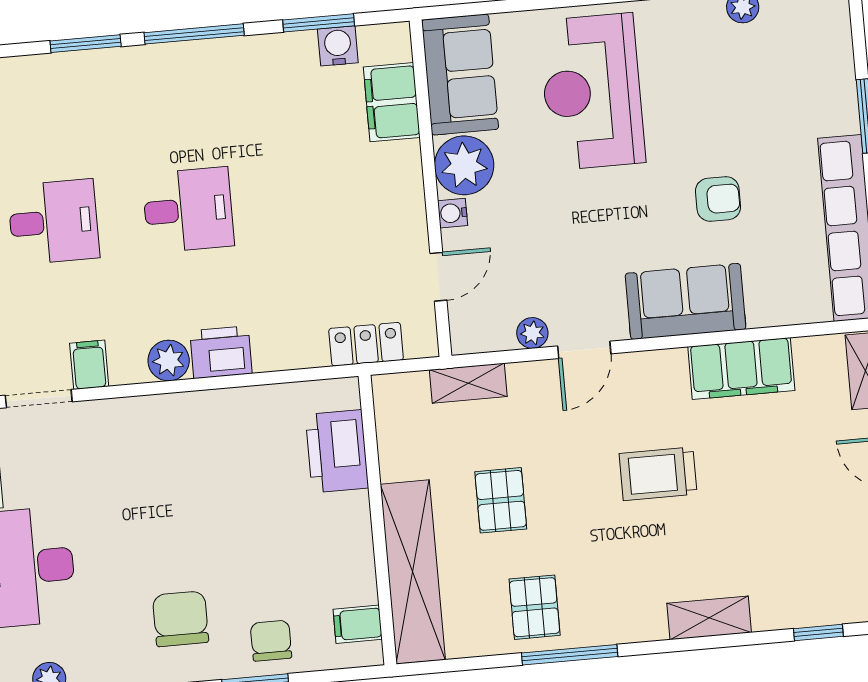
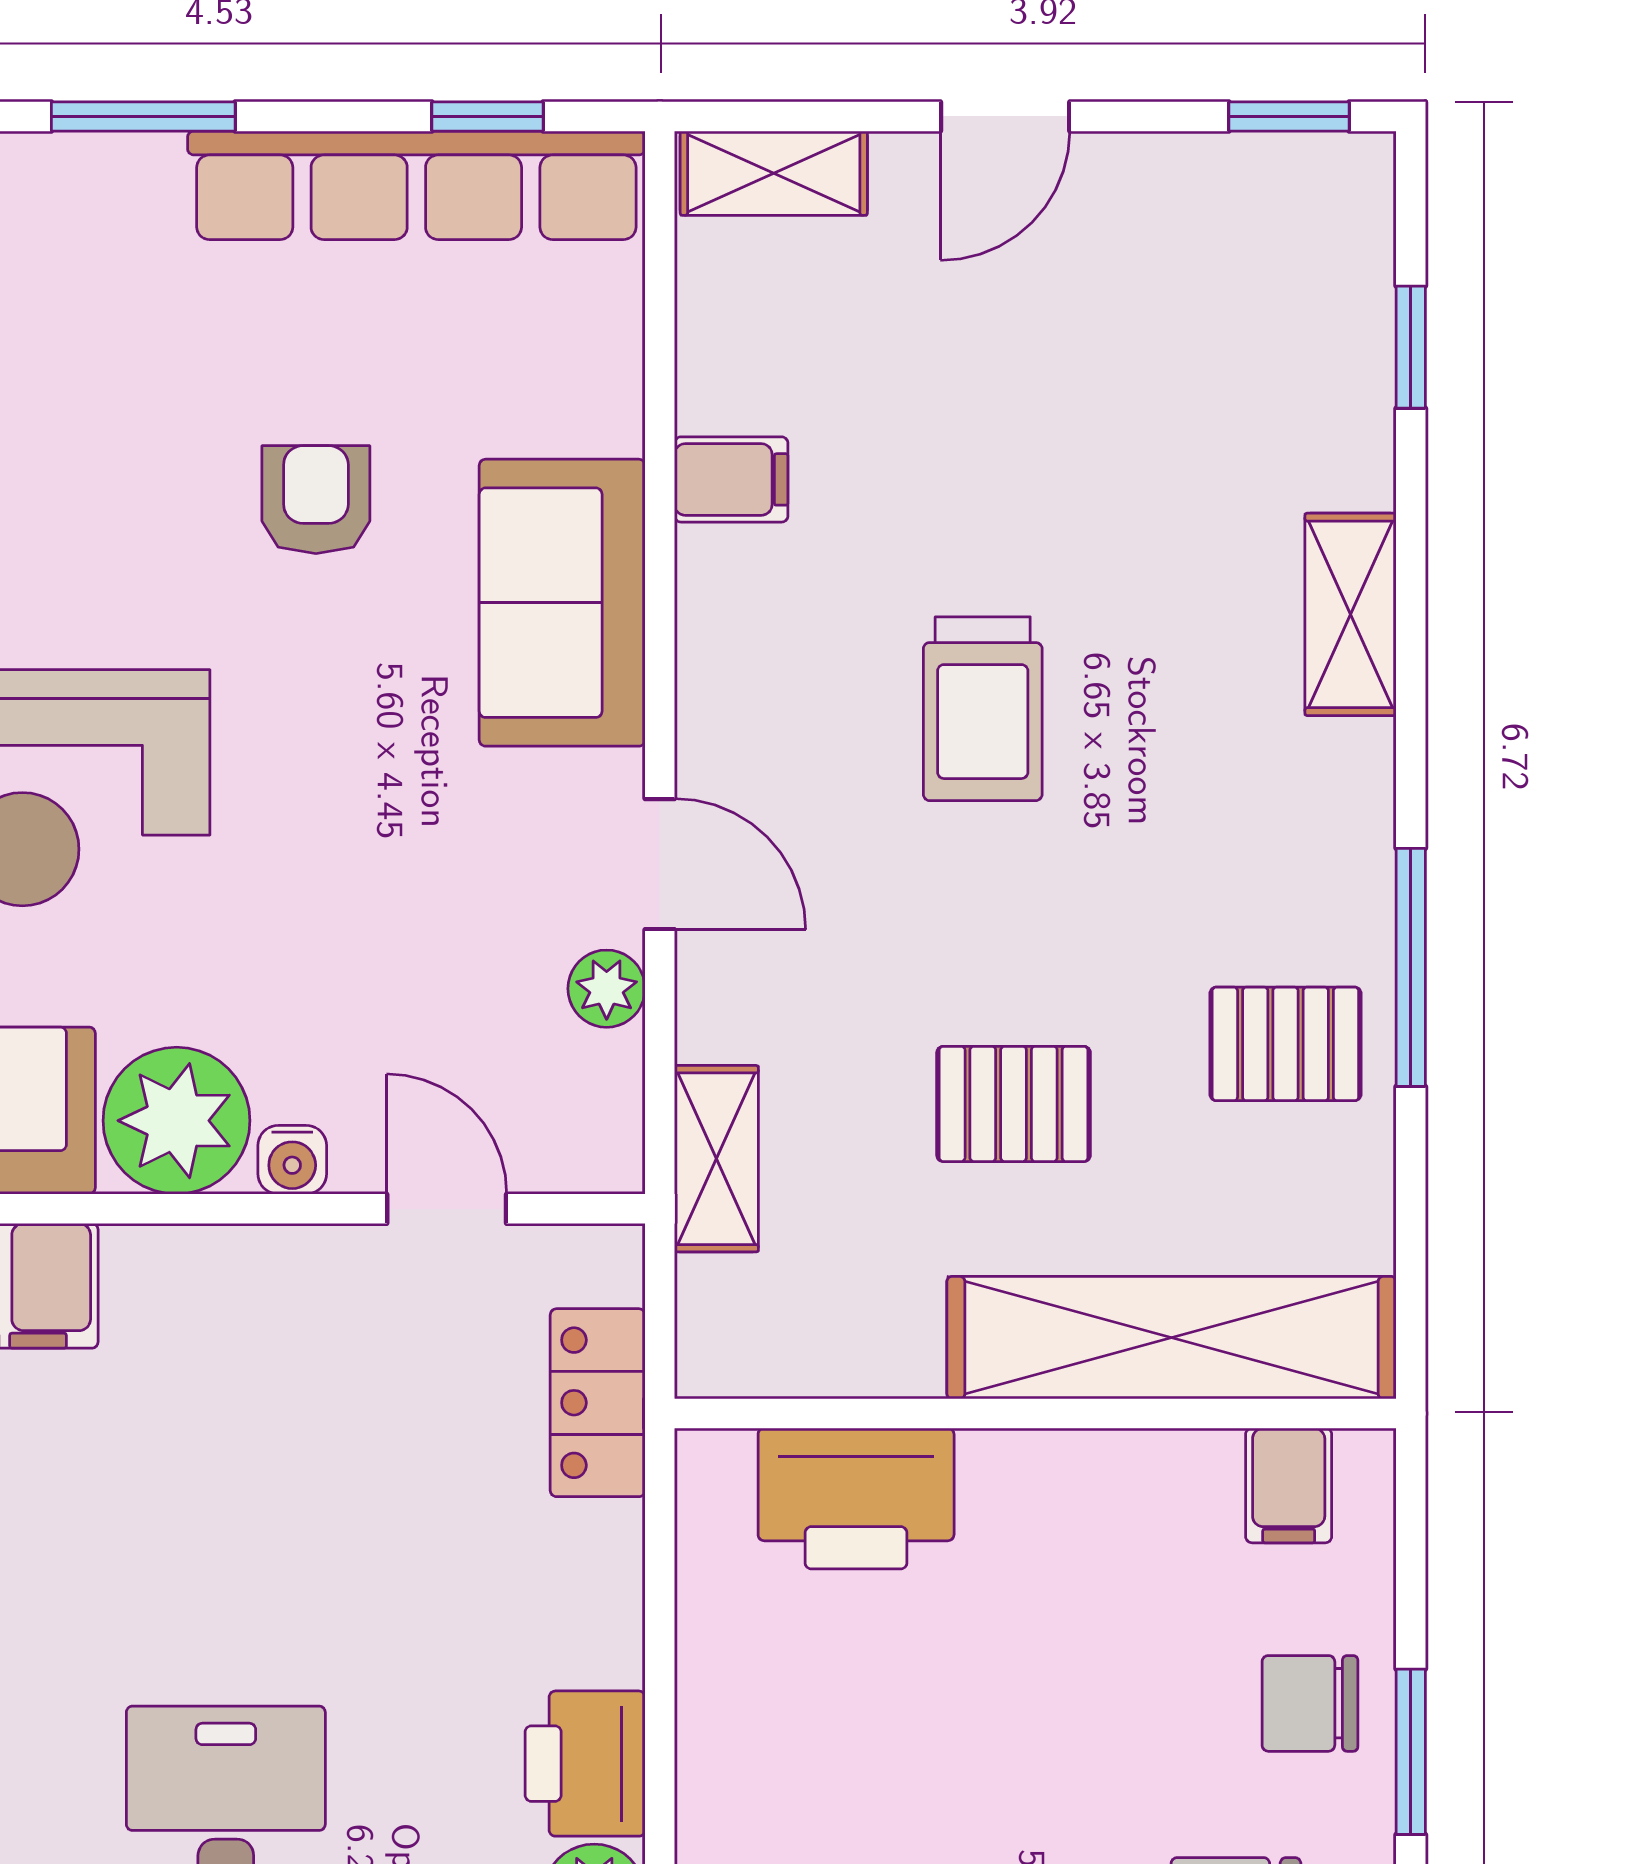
filing cabinet: (741, 369) -> (731, 479), width x0.33, depth x0.86

